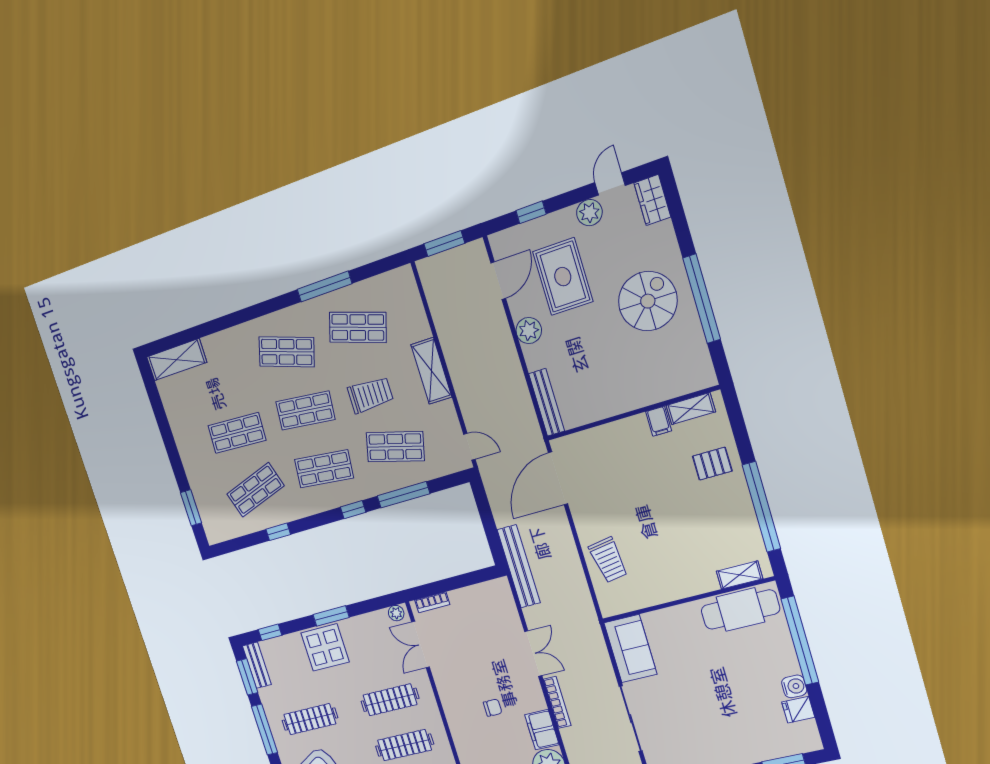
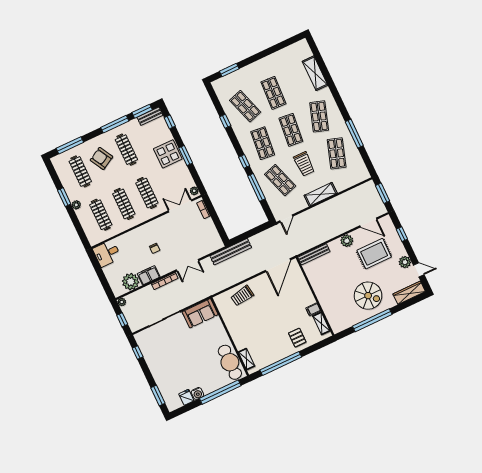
wardrobe: (652, 200) -> (409, 293), width x1.50
shelving: (177, 360) -> (315, 73), moved
shop shelf: (395, 447) -> (280, 180), turned -33
door: (558, 478) -> (278, 265), swing flipped

